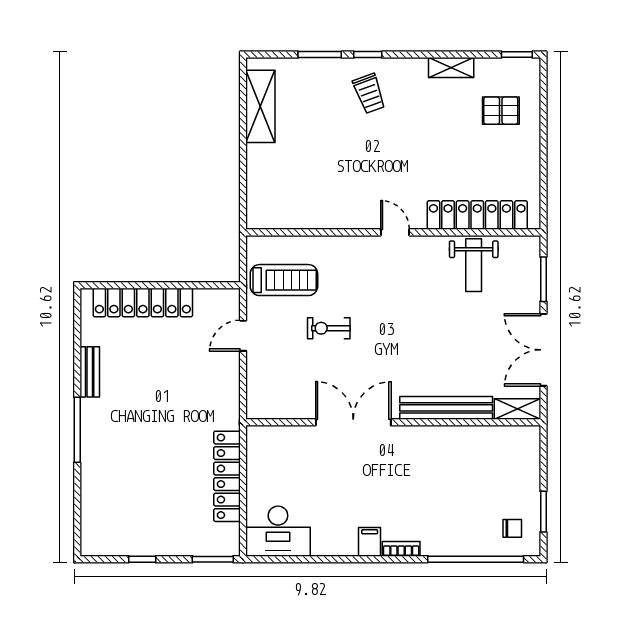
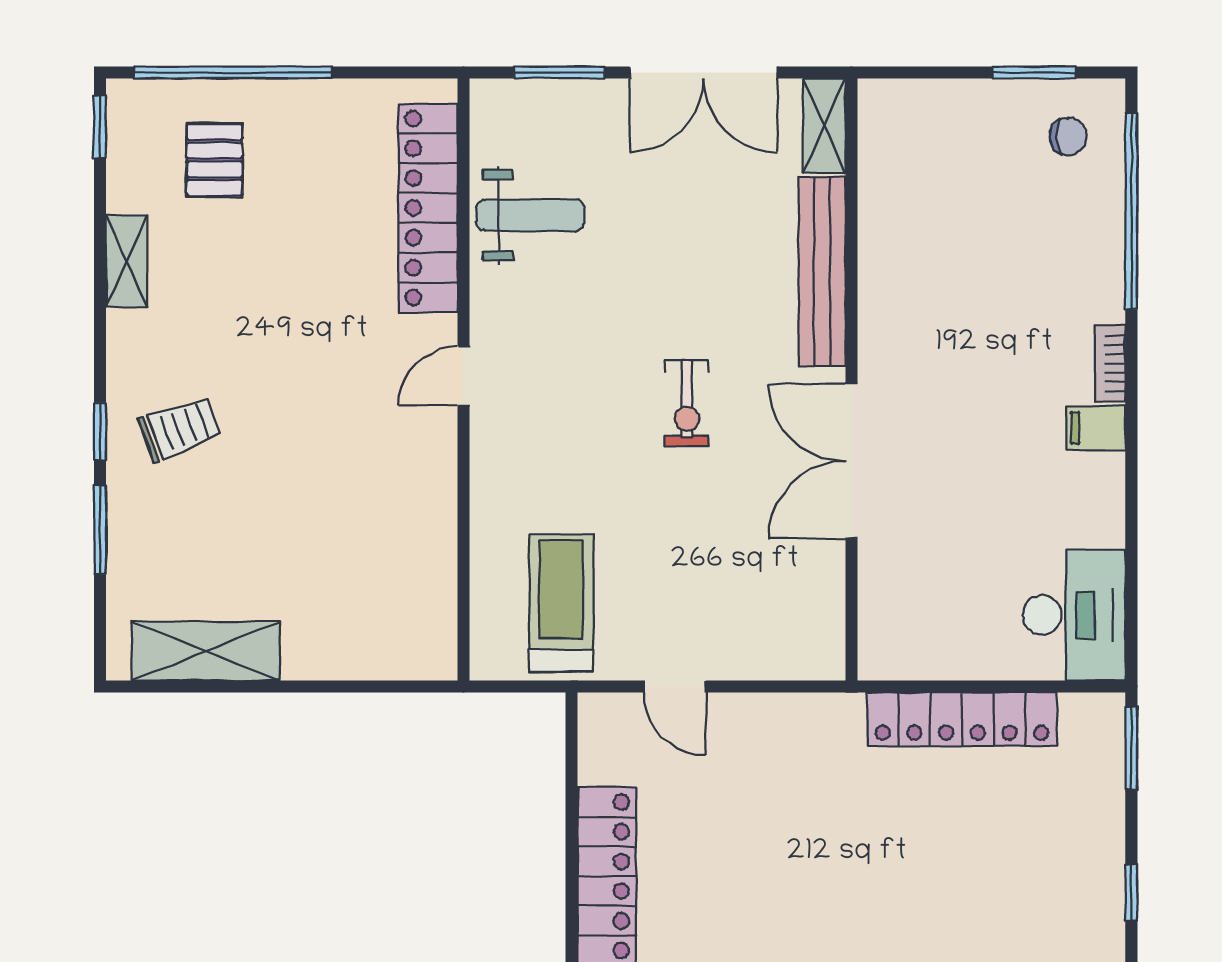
window: (543, 120) -> (233, 73), added
exercise bike: (329, 328) -> (687, 403), moved
chair: (512, 528) -> (1068, 136), turned 87

